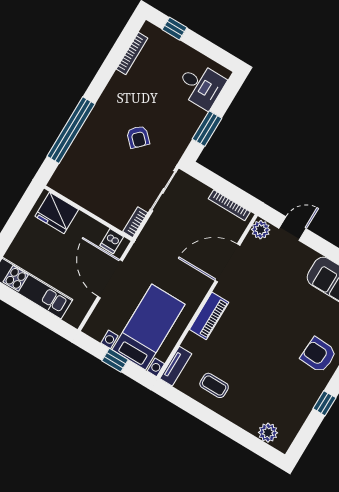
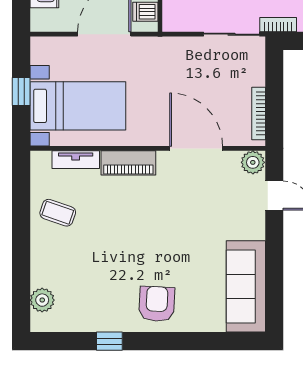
bookcase: (135, 222) -> (278, 25), moved
tv unit: (176, 366) -> (76, 160), moved
coffee table: (214, 385) -> (58, 213), turned -71

